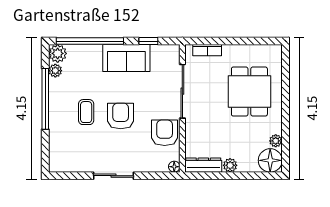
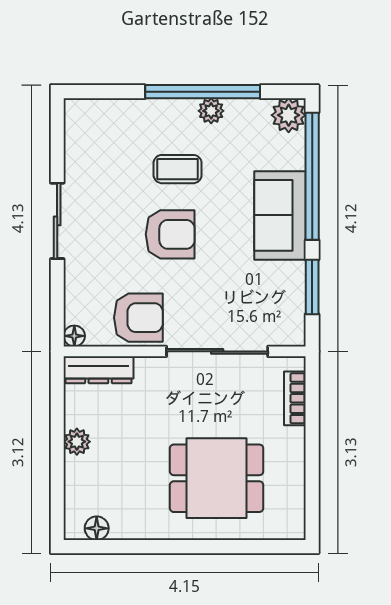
window: (148, 41) -> (312, 287), width x1.50
sofa: (126, 58) -> (280, 215), moved
plant: (55, 71) -> (211, 111), moved
plant: (276, 141) -> (123, 528), removed
floor lamp: (270, 160) -> (97, 528), width x0.53, depth x0.53
dresser: (203, 165) -> (98, 370), moved, turned 90

